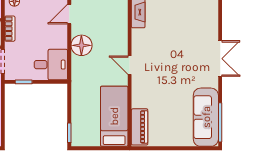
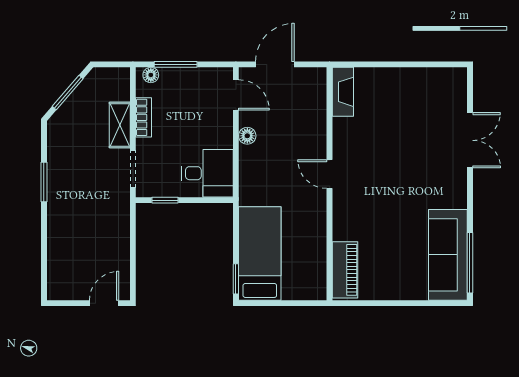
door: (69, 14) -> (236, 95), swing flipped
floor lamp: (81, 45) -> (247, 136), width x0.53, depth x0.53
double door: (220, 59) -> (470, 140), moved
bed: (114, 116) -> (260, 253), moved

